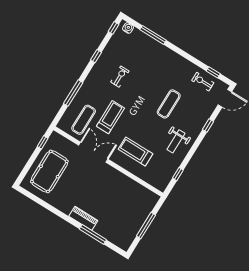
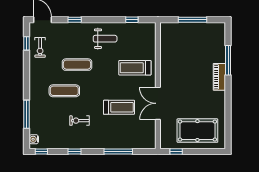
treadmill: (110, 117) -> (119, 107), turned 180
exercise mat: (84, 120) -> (64, 91), moved
treadmill: (136, 151) -> (135, 68), turned 90

